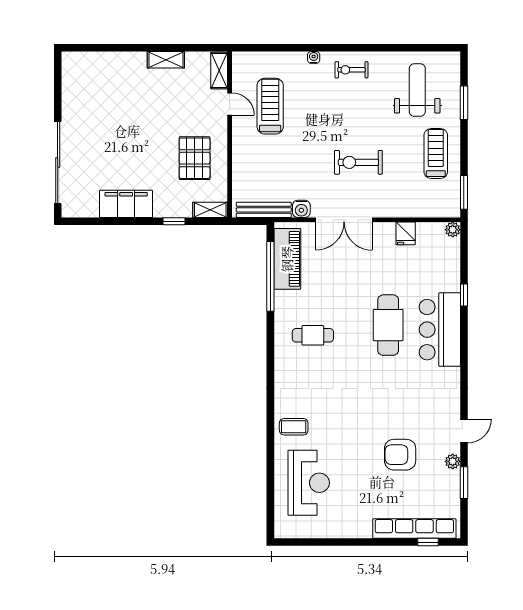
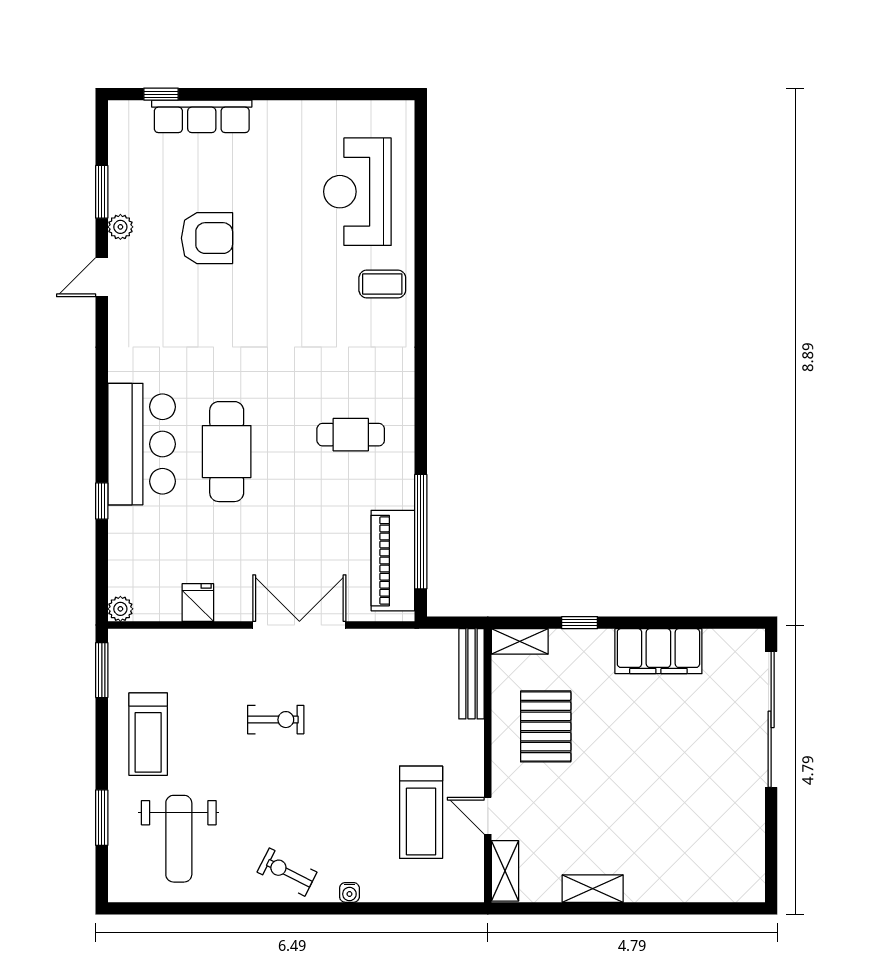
exercise bike: (351, 70) -> (287, 872), turned -153
exercise bike: (358, 162) -> (276, 720), width x0.73, depth x0.72
water cooler: (301, 209) -> (370, 643), removed
bench: (264, 210) -> (472, 674), moved, turned 90
row of seats: (414, 529) -> (202, 116), width x0.73

